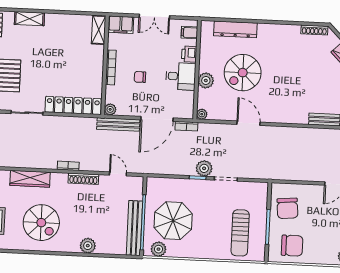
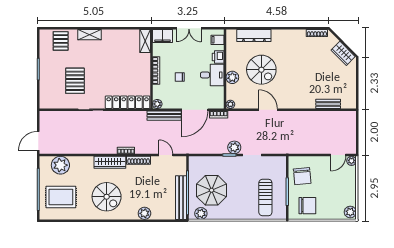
spiral stairs: (243, 73) -> (261, 70), turned -90
wardrobe: (30, 179) -> (110, 162), moved

